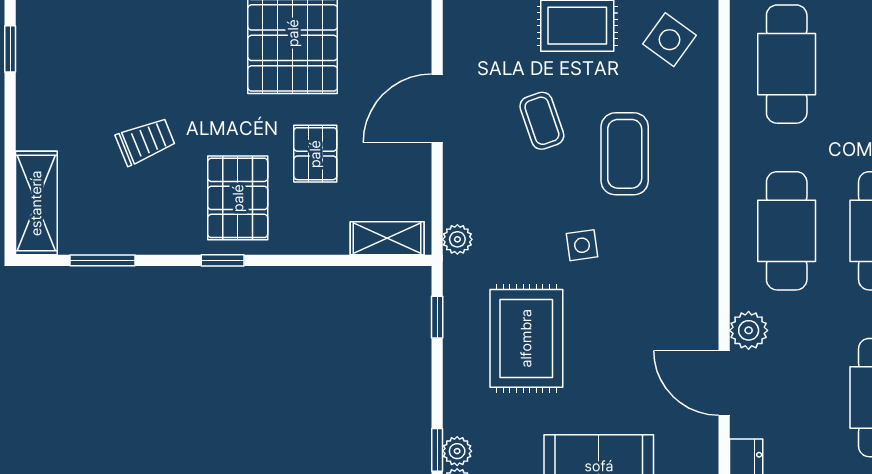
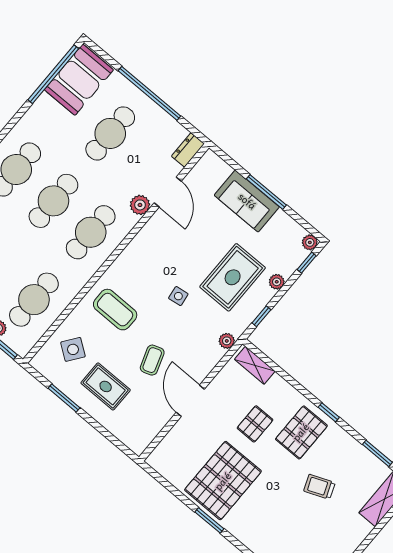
door: (437, 108) -> (190, 401), swing flipped
coffee table: (625, 154) -> (115, 310), moved, turned 90
plant: (457, 451) -> (277, 282), moved

